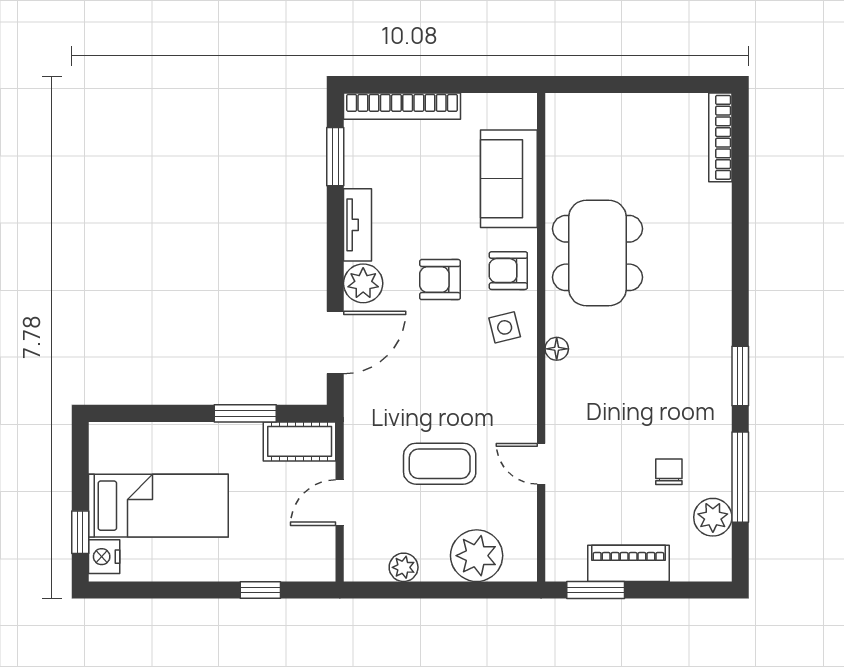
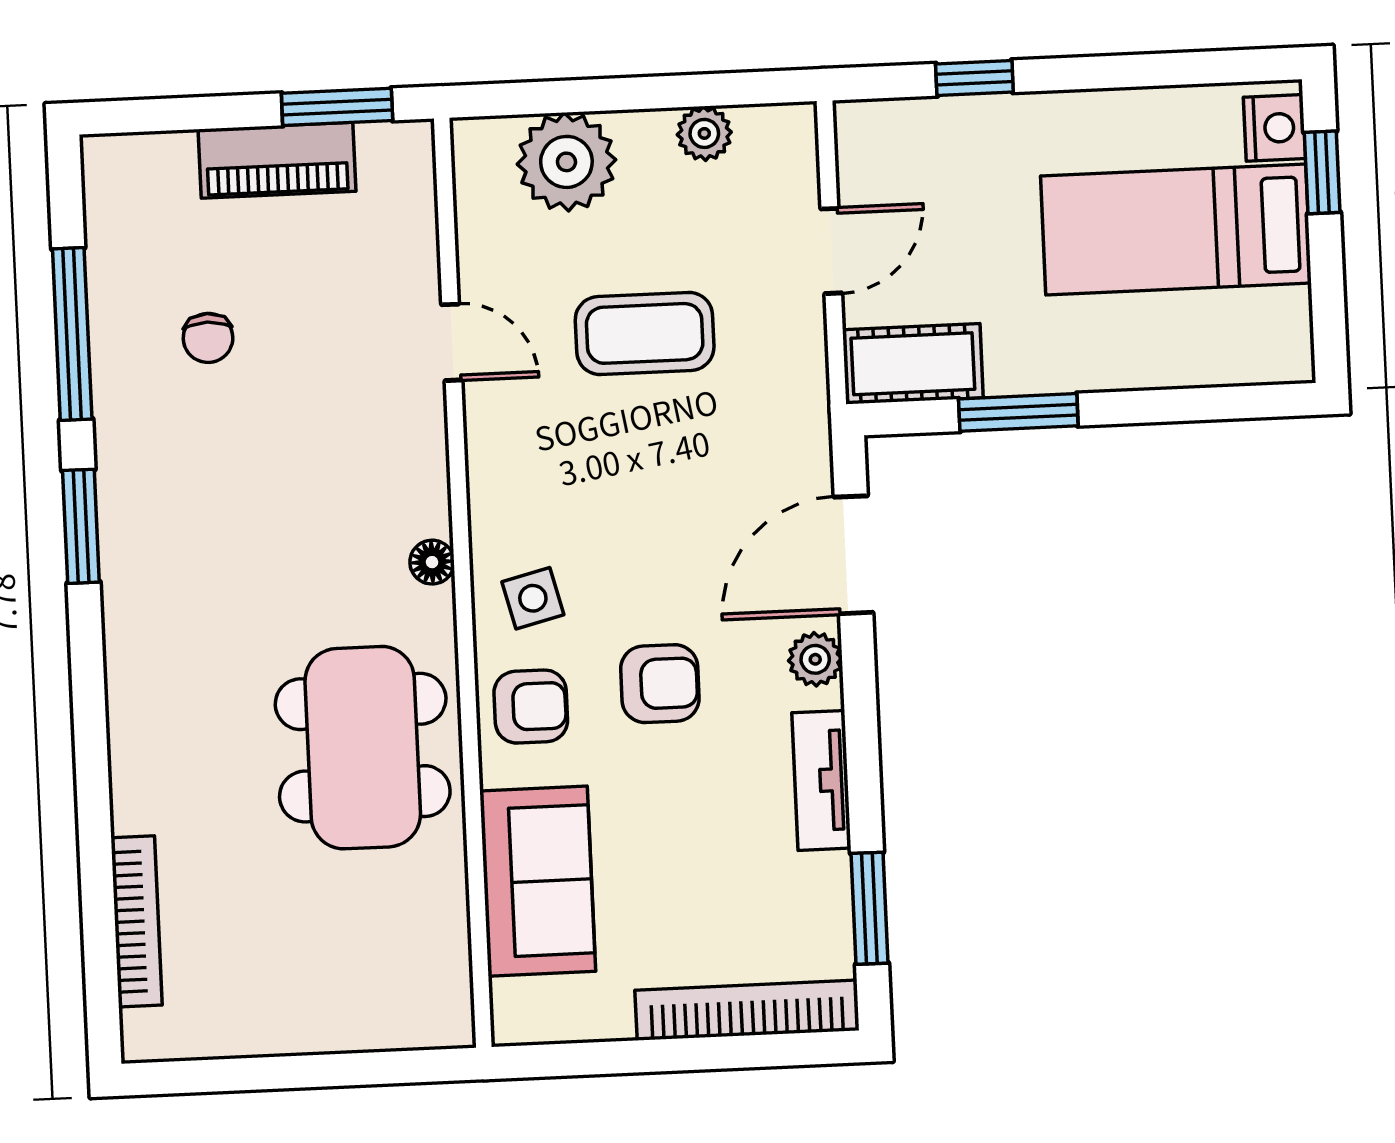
bookcase: (720, 137) -> (137, 921), moved
plant: (363, 283) -> (815, 659), width x0.73, depth x0.73
plant: (713, 517) -> (121, 255), removed

